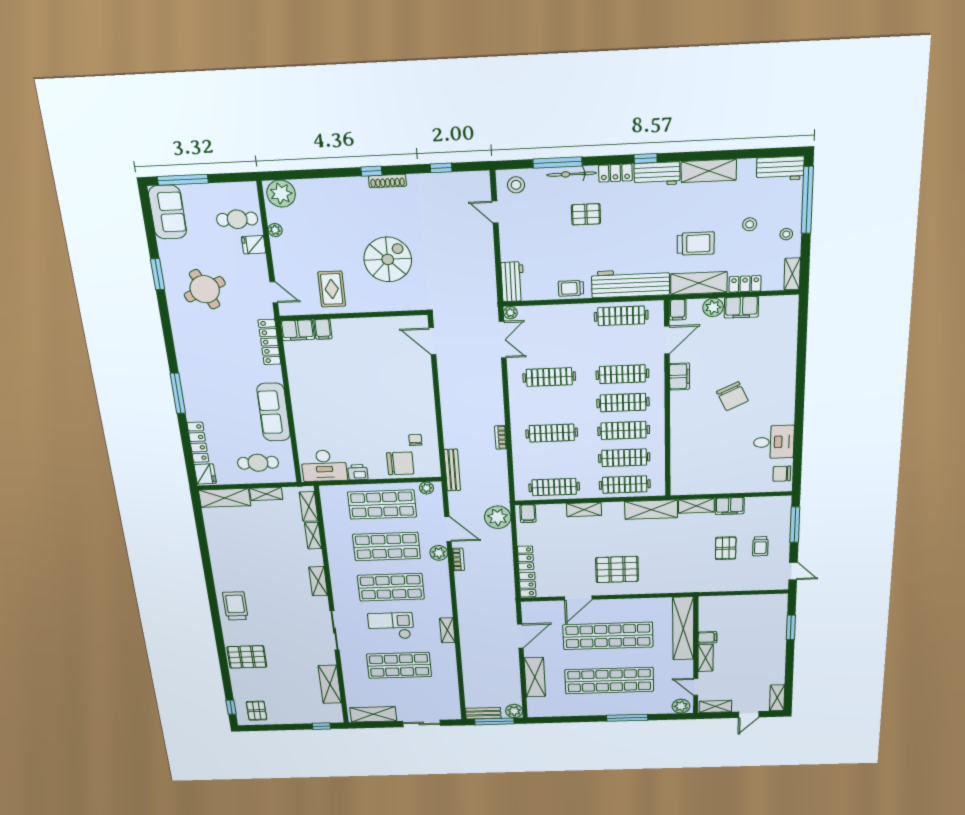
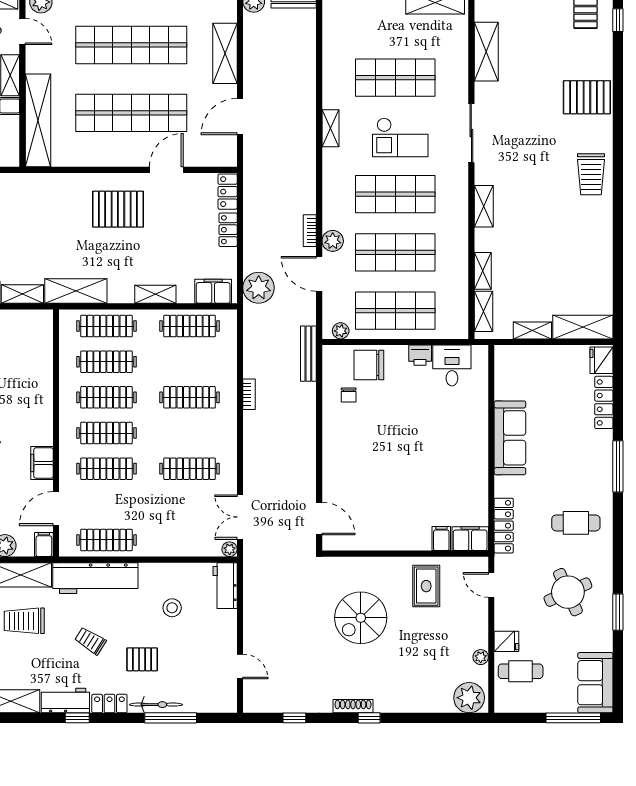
stool: (516, 185) -> (172, 608), moved
trolley: (571, 288) -> (90, 641), moved, turned -148
cafe table: (258, 463) -> (576, 523), moved
desk: (324, 466) -> (452, 365), width x0.73
filing cabinet: (528, 514) -> (213, 291), width x2.00

